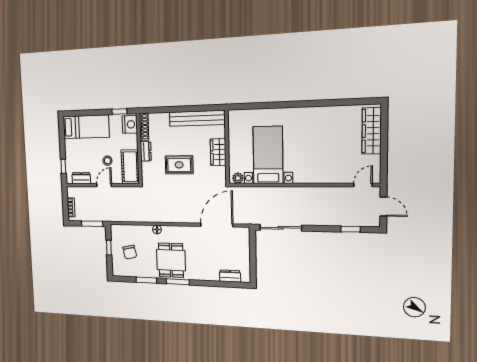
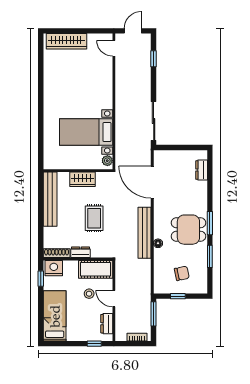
bench: (166, 216) -> (145, 233), added

